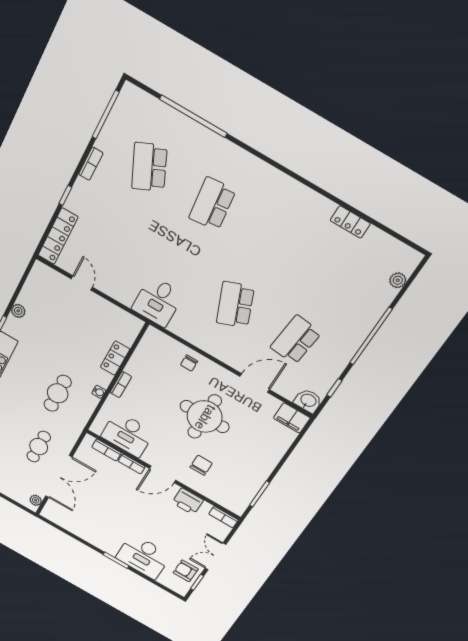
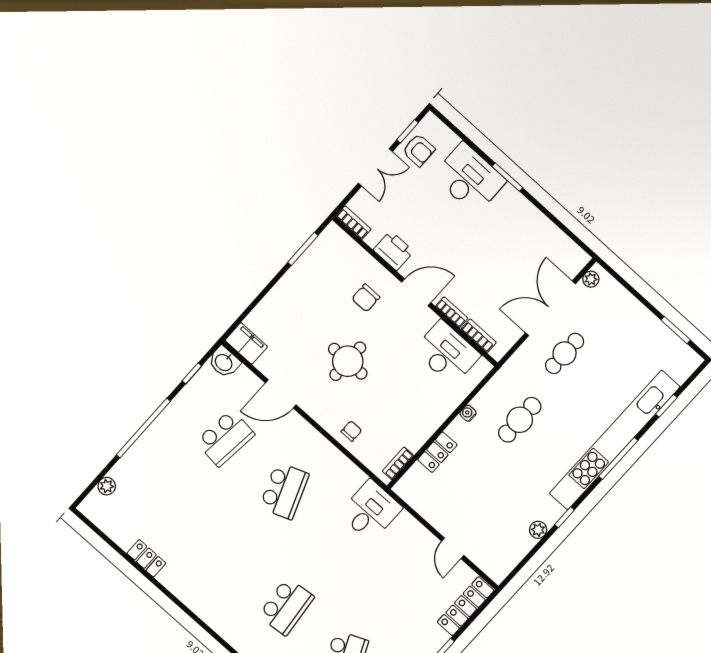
bookcase: (121, 385) -> (398, 463), moved
round table: (205, 417) -> (348, 361), width x0.73, depth x0.73

